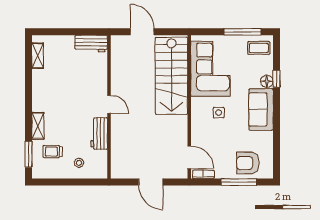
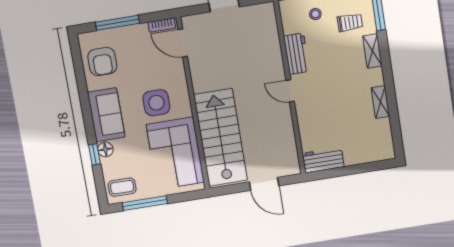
shelving: (38, 56) -> (380, 102), moved
side table: (219, 113) -> (156, 103), width x1.87, depth x1.87
armchair: (248, 163) -> (102, 62), moved, turned 90

